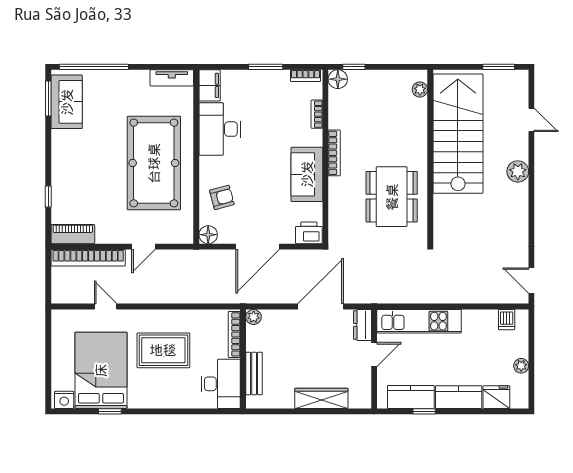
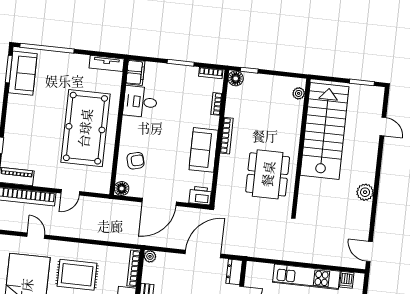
desk: (220, 129) -> (140, 102), width x0.73
plant: (518, 171) -> (365, 192), moved
kitchen unit: (419, 321) -> (306, 277), moved

